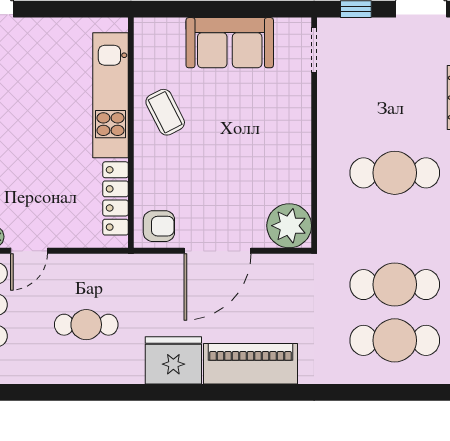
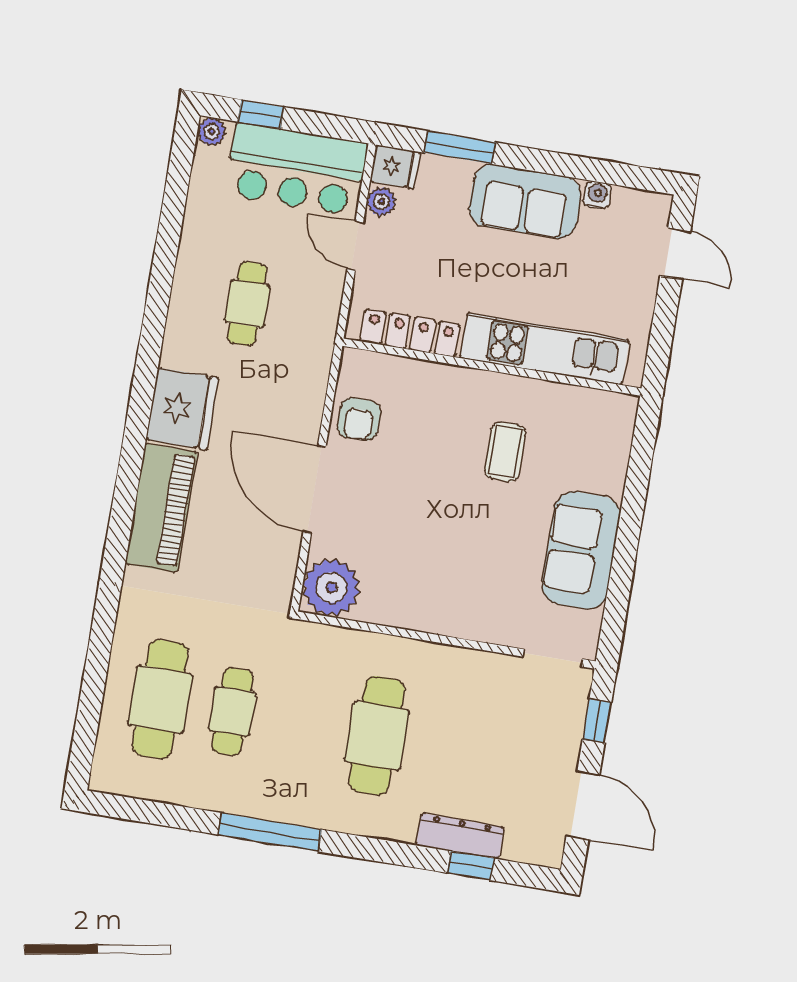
kitchen unit: (110, 95) -> (545, 349), moved
coffee table: (165, 112) -> (505, 452), turned -63
wall: (131, 133) -> (492, 367), moved
locker: (115, 198) -> (410, 333), moved
cafe table: (395, 285) -> (232, 711), width x0.73, depth x0.74

